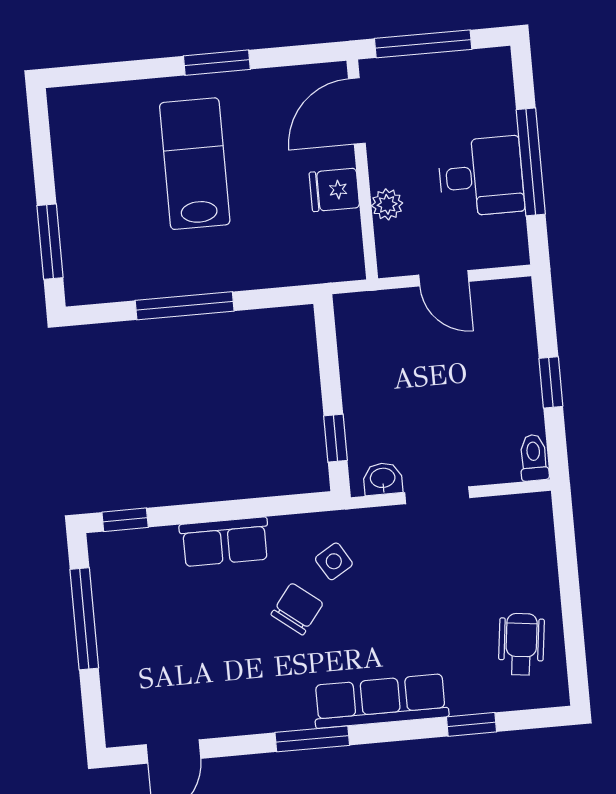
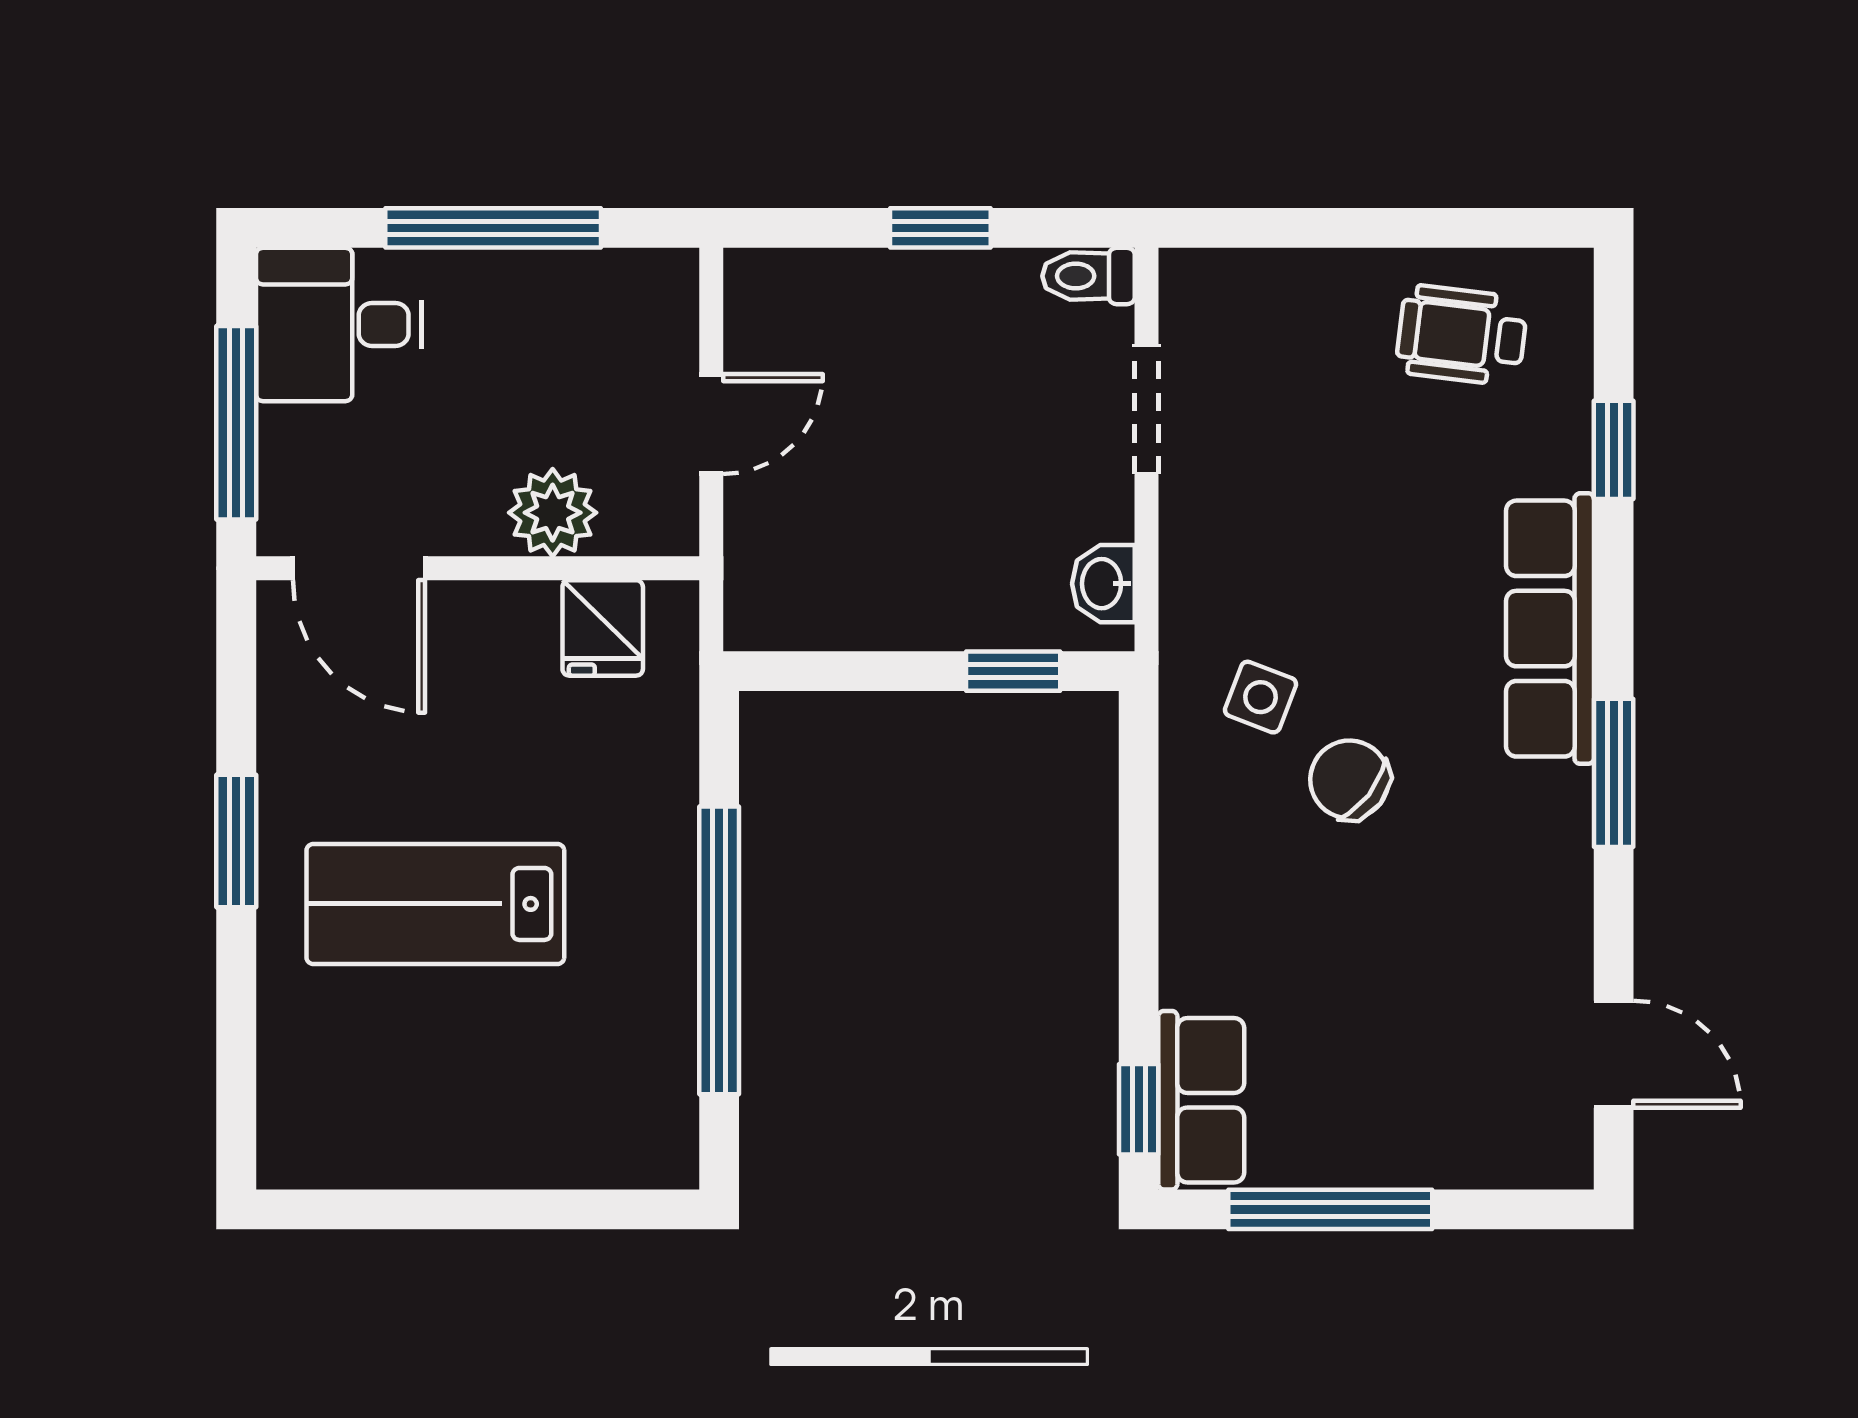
desk: (481, 177) -> (339, 325), moved, turned -90
fridge: (334, 190) -> (603, 628), moved
plant: (387, 204) -> (553, 513), width x1.38, depth x1.38
window: (50, 242) -> (566, 1209), removed
window: (185, 306) -> (719, 950), width x1.46
doorway: (437, 495) -> (1147, 409), moved
row of seats: (225, 542) -> (1201, 1100), moved
side table: (334, 561) -> (1260, 697), turned -38

